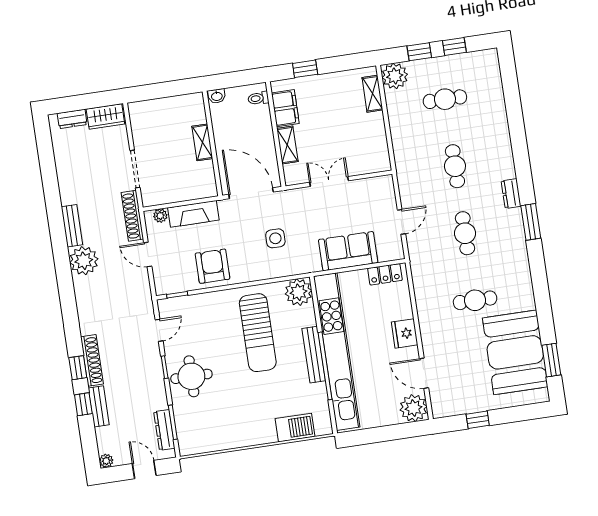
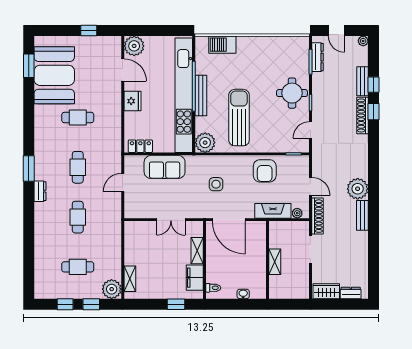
shelving: (202, 142) -> (275, 262), moved
wall: (212, 144) -> (268, 260), moved

